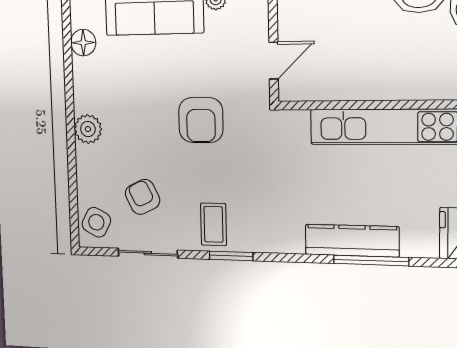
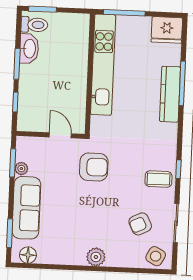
floor lamp: (83, 43) -> (28, 255), moved
armchair: (201, 120) -> (94, 167), moved
window: (231, 256) -> (178, 169), width x0.67

